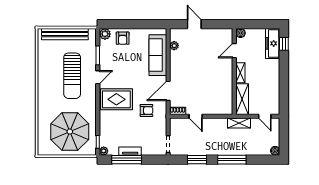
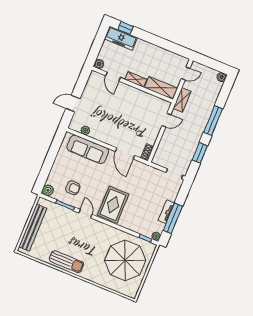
armchair: (123, 38) -> (73, 188), moved
sun lounger: (72, 76) -> (66, 262), moved, width x0.73, depth x0.75
armchair: (146, 110) -> (135, 181), removed
door: (196, 116) -> (166, 120), moved

